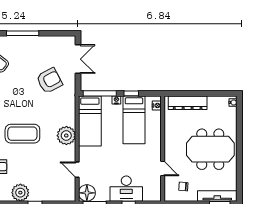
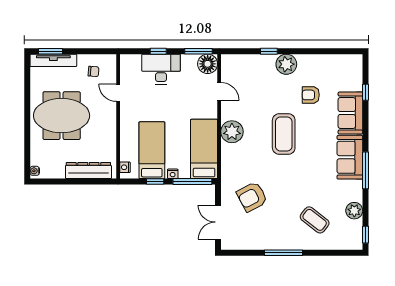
coffee table: (22, 134) -> (284, 134), turned 90

